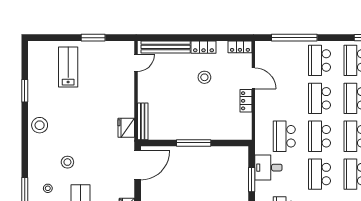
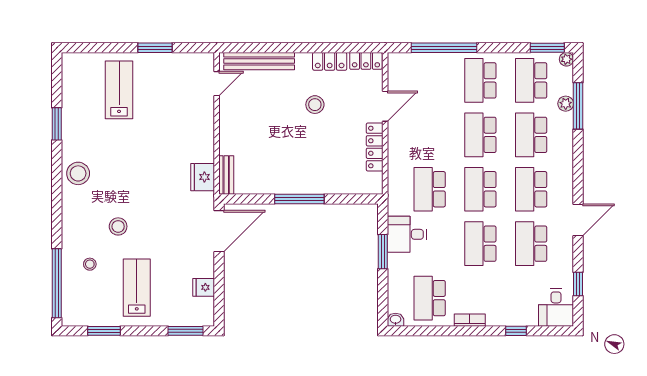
locker: (204, 47) -> (330, 61), moved
door: (253, 78) -> (385, 106), hinge flipped
locker: (246, 101) -> (375, 147), width x1.53
bench: (143, 121) -> (226, 175), width x0.73

